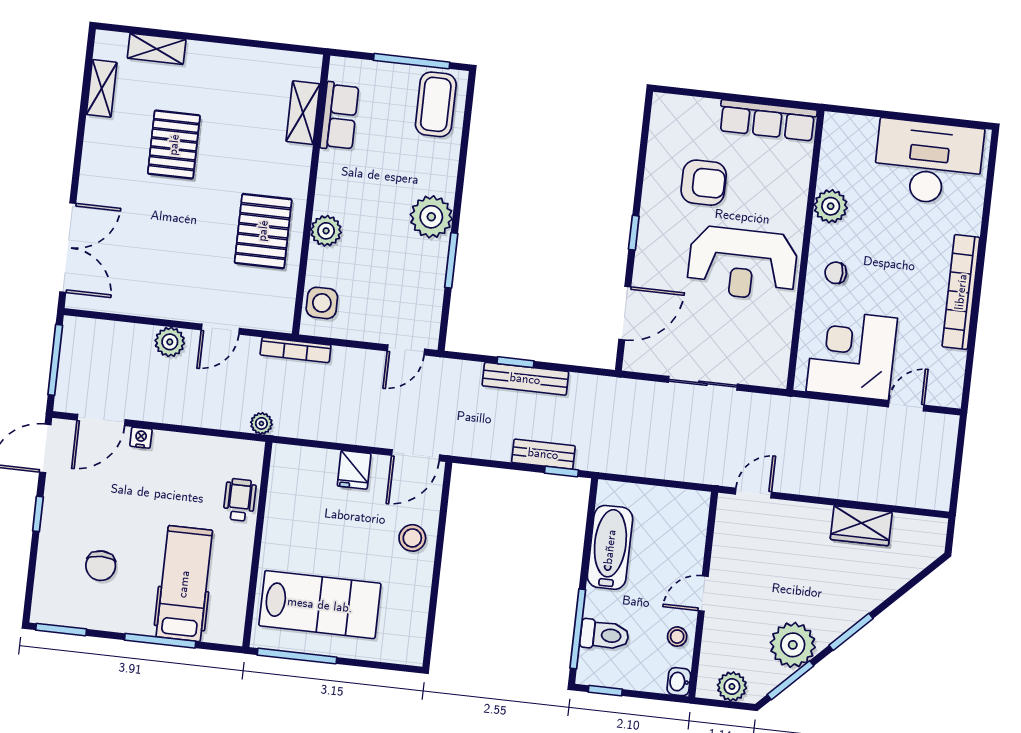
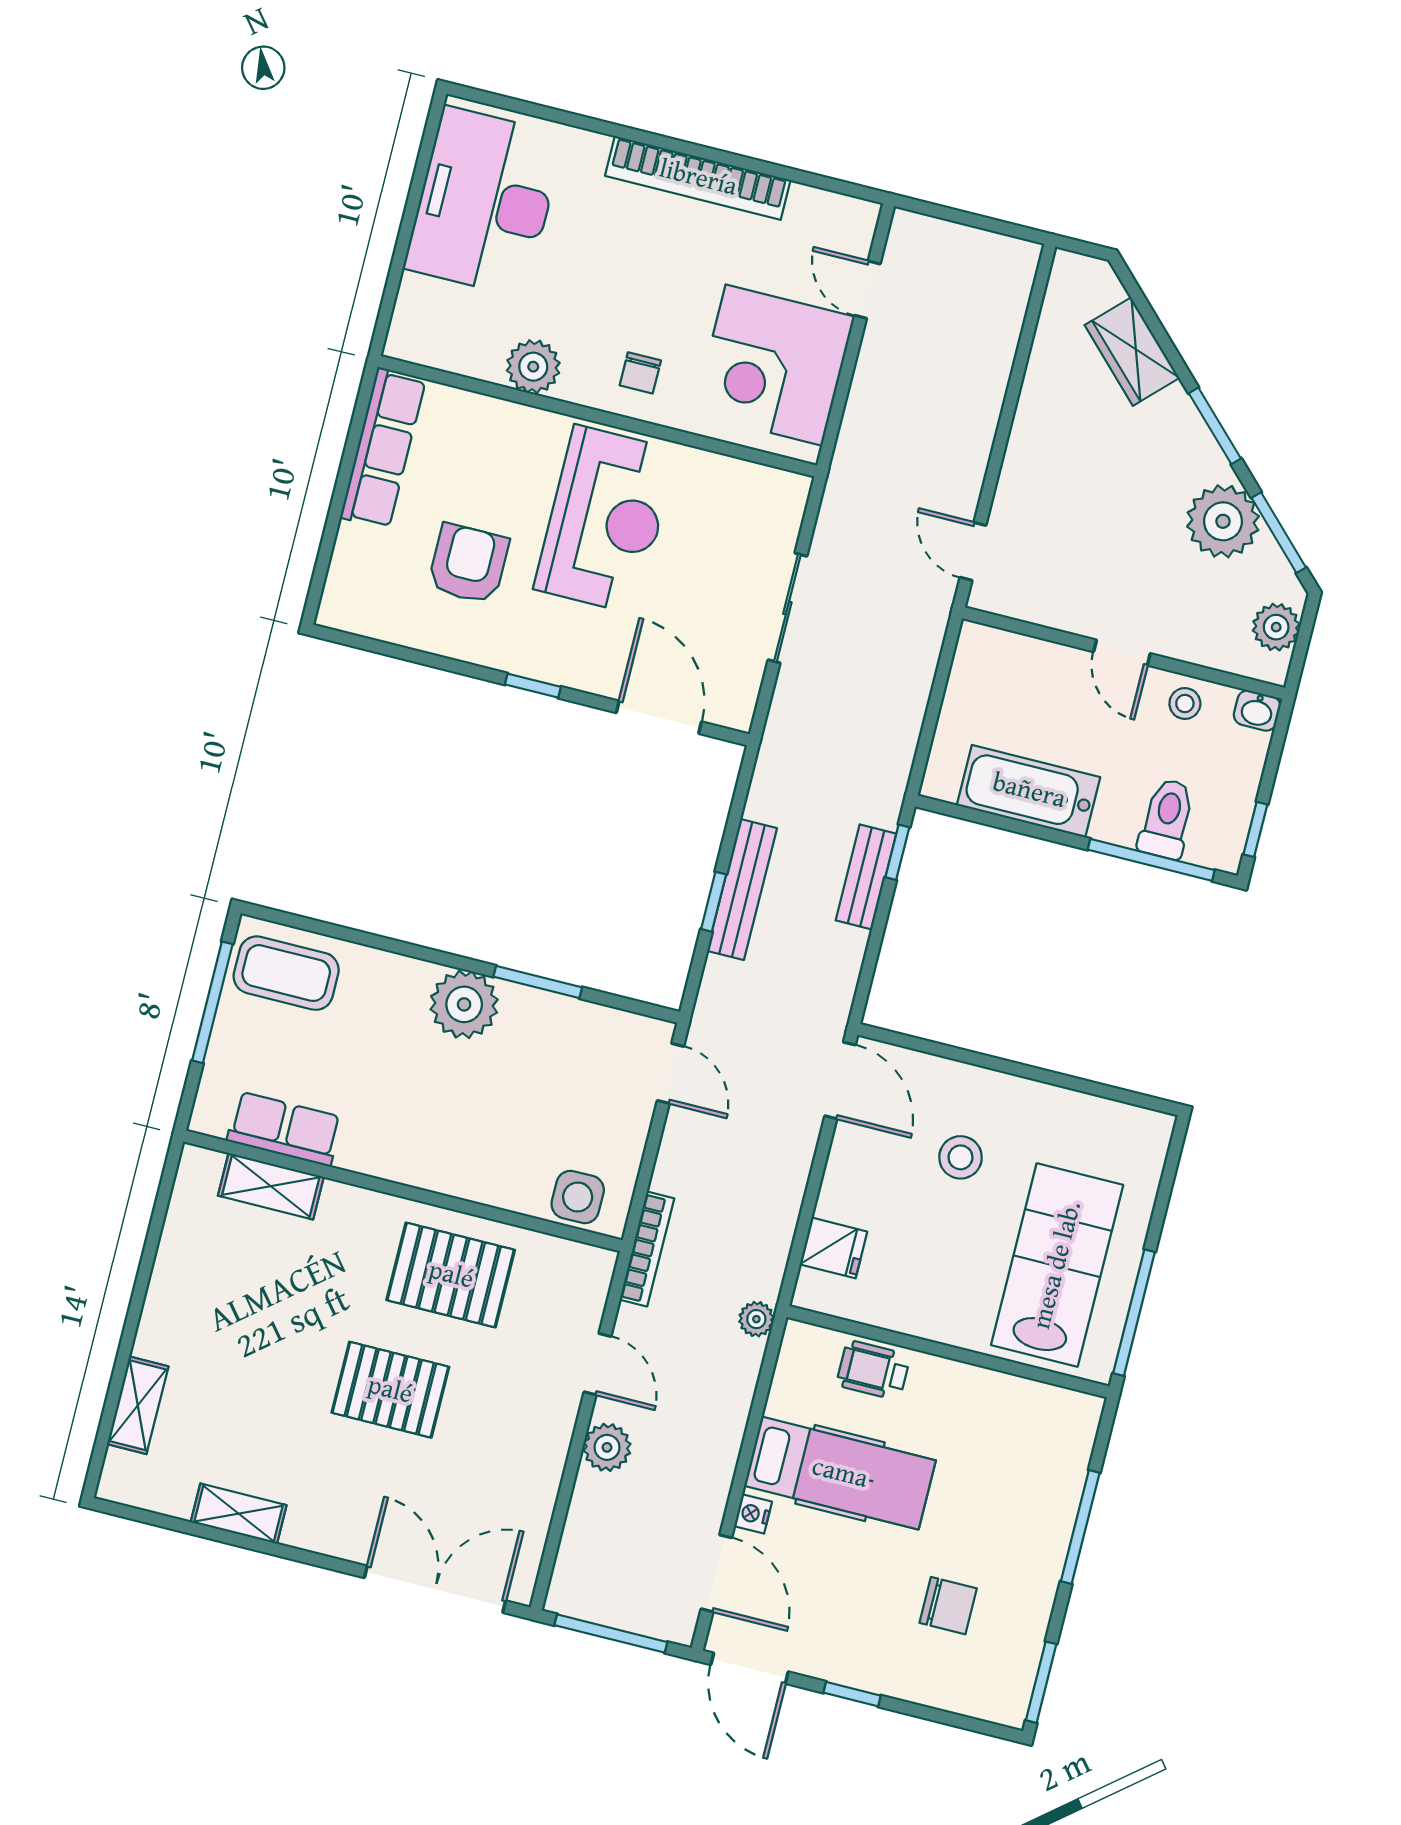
shelving: (102, 88) -> (239, 1514), moved
pallet: (174, 145) -> (390, 1390), moved
plant: (326, 231) -> (464, 1175), removed
fridge: (354, 470) -> (833, 1248), moved
wardrobe: (861, 526) -> (1132, 351), moved, turned 135
stool: (412, 538) -> (961, 1157), moved
hospital bed: (184, 584) -> (840, 1473), moved, turned 180

